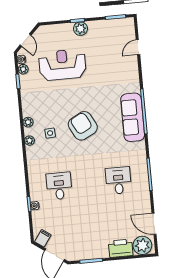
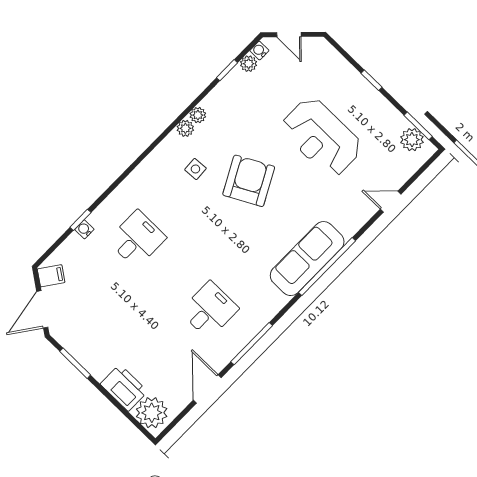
plant: (80, 29) -> (412, 140), moved
door: (26, 40) -> (289, 35), hinge flipped
door: (138, 47) -> (391, 202), moved
reception desk: (62, 65) -> (321, 137), moved, turned 180
armchair: (83, 126) -> (249, 181), moved
plant: (30, 141) -> (198, 115), moved
door: (154, 224) -> (207, 389), moved

